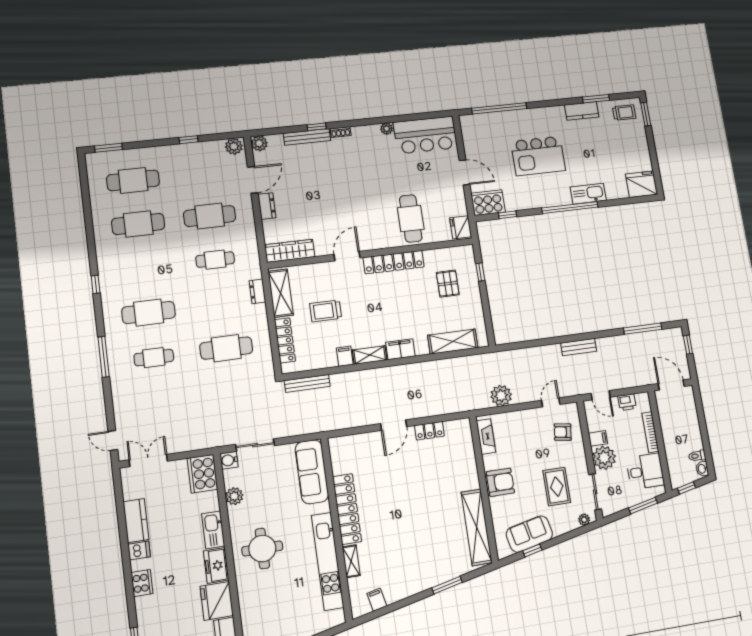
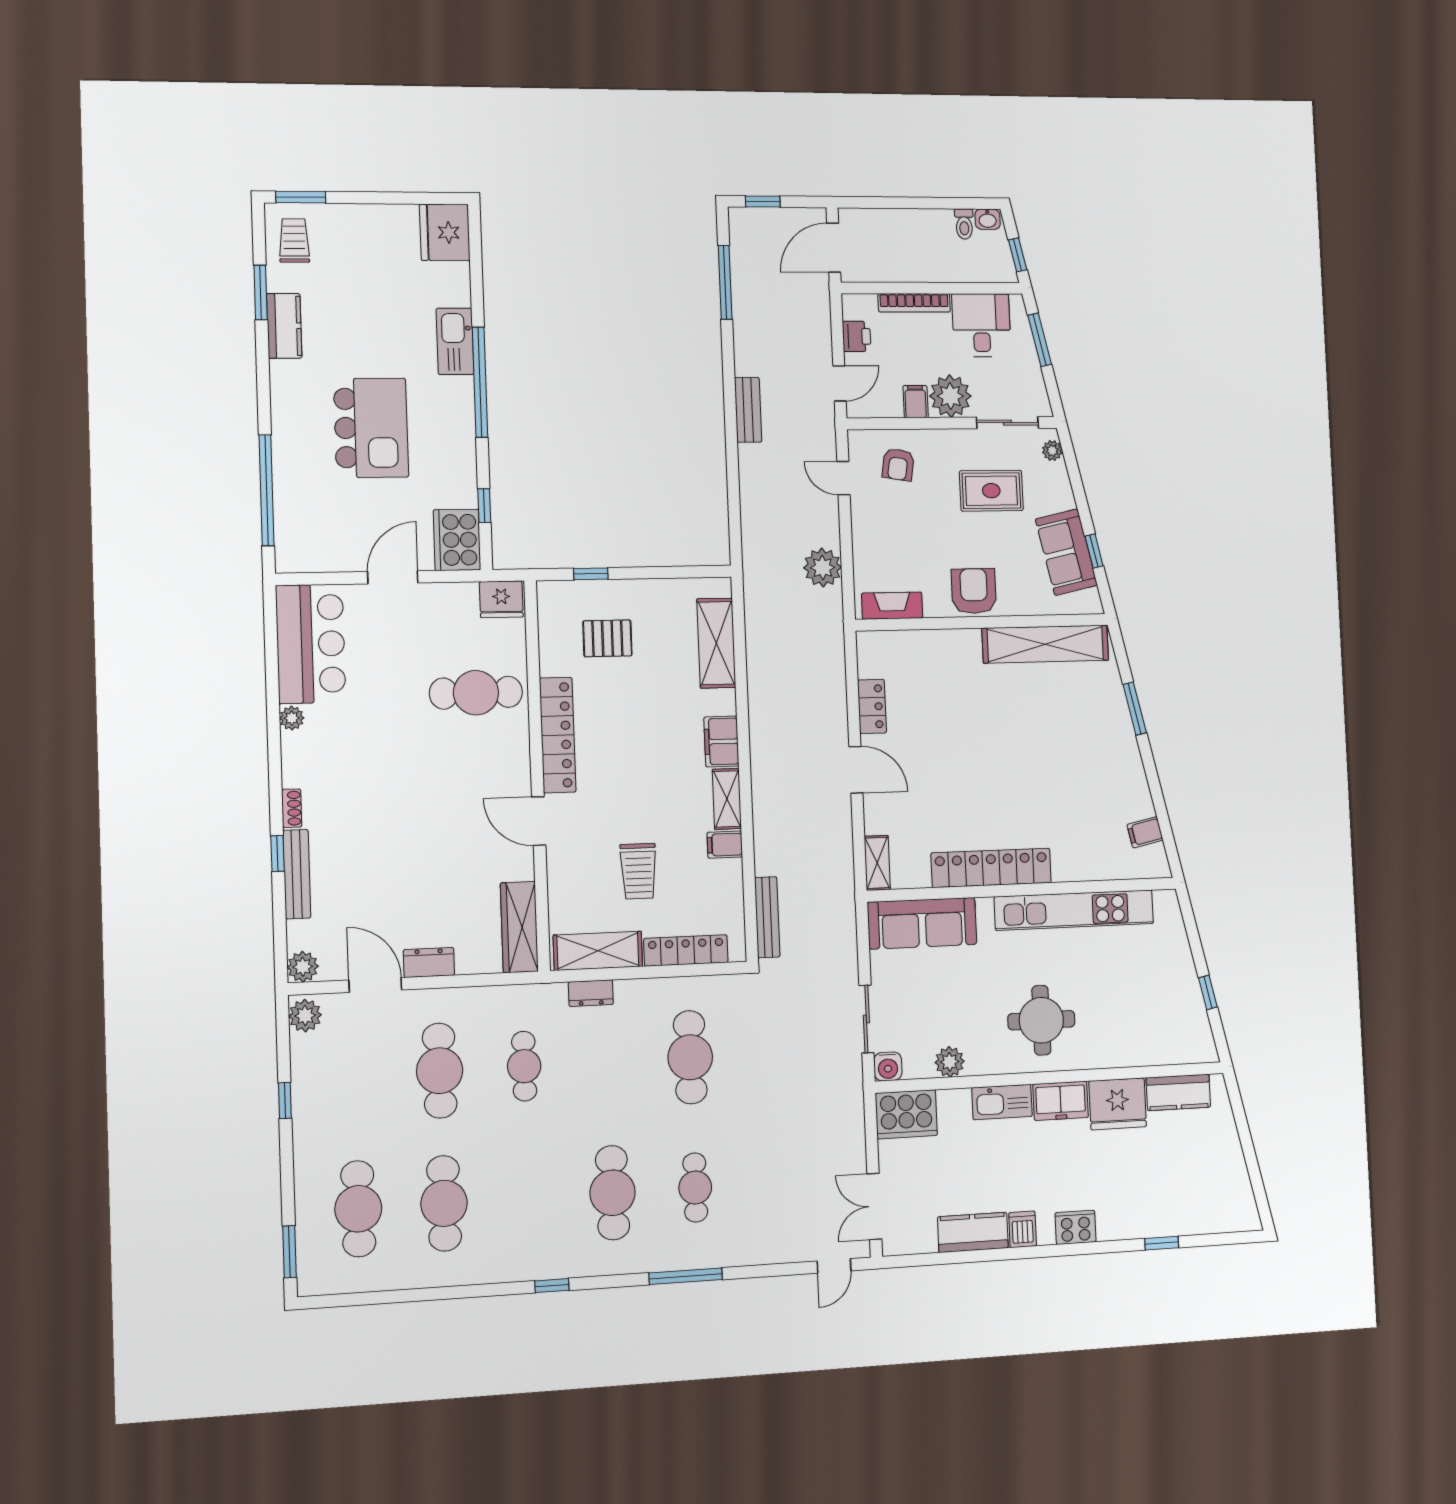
shelving: (351, 561) -> (877, 863), moved, turned 90

